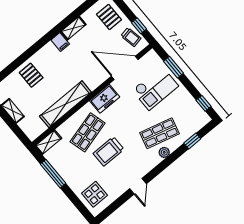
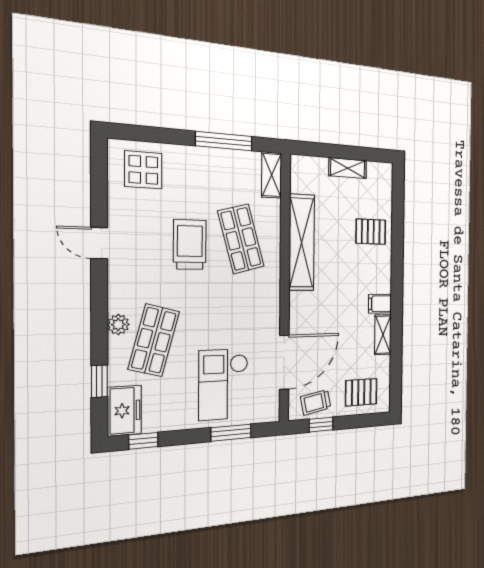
freezer: (105, 99) -> (124, 411), moved, turned 180

